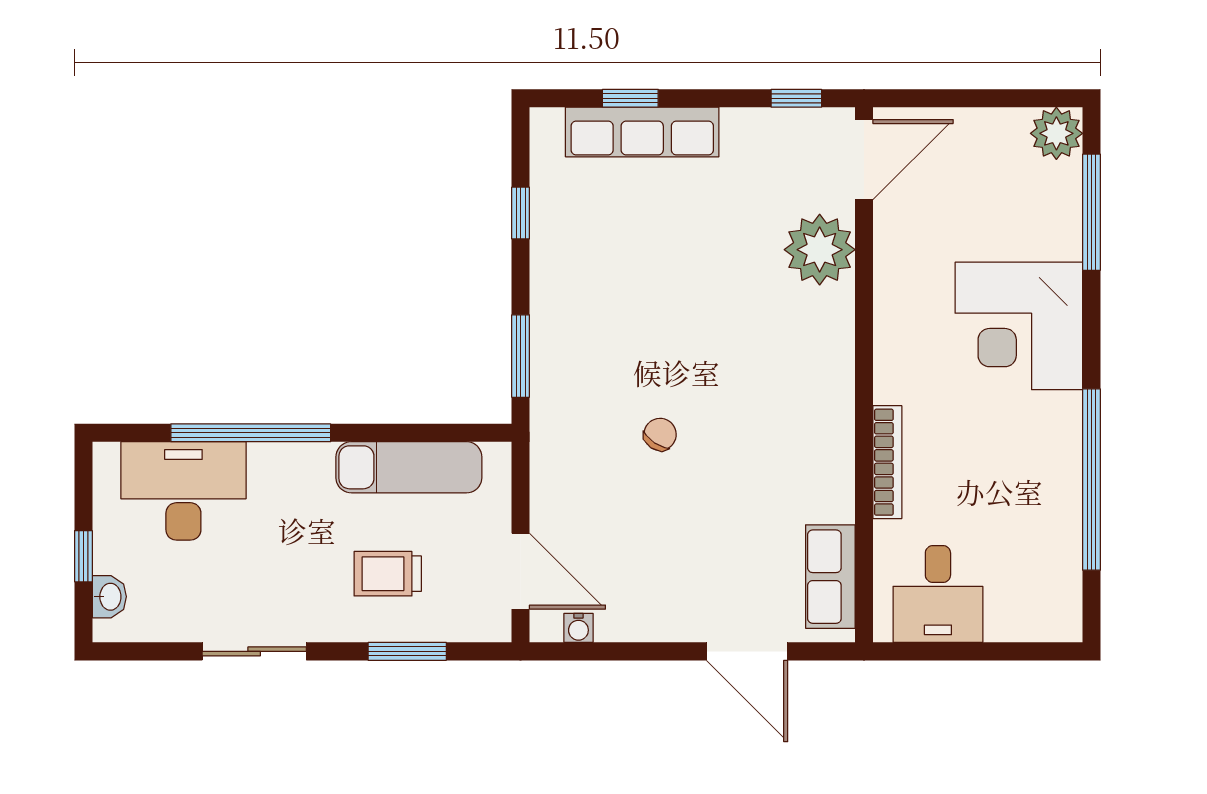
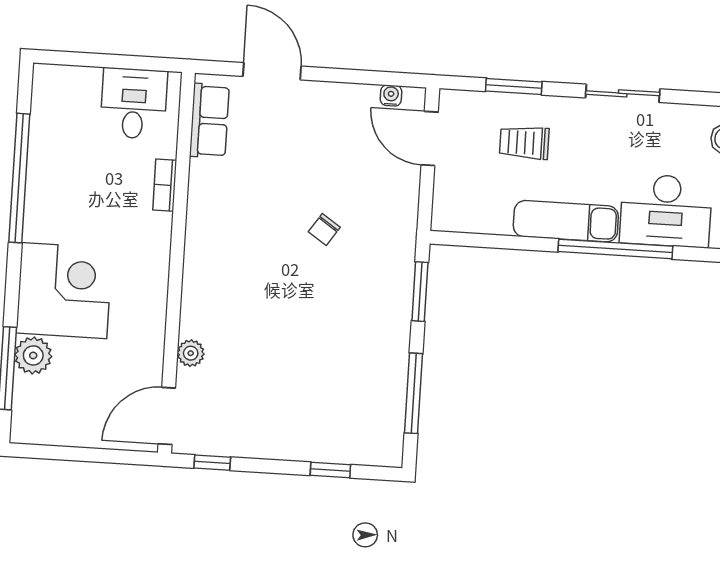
row of seats: (642, 132) -> (323, 445), removed
plant: (1056, 133) -> (33, 355), moved
window: (521, 213) -> (414, 393), width x2.17
plant: (820, 250) -> (191, 353), width x0.53, depth x0.53
bookcase: (887, 462) -> (165, 185), width x0.64
exam couch: (409, 467) -> (566, 221), moved
trolley: (388, 574) -> (524, 143), turned 180

